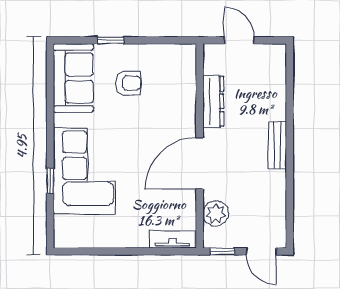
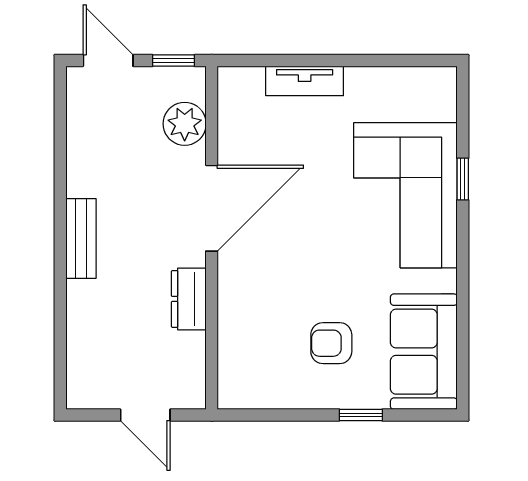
dresser: (213, 101) -> (189, 299), width x0.70
tv unit: (172, 239) -> (305, 81), moved

